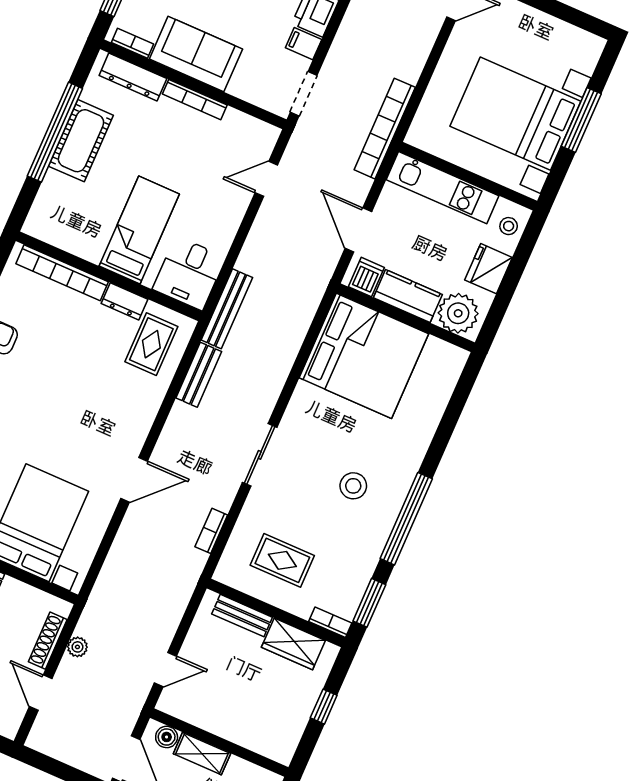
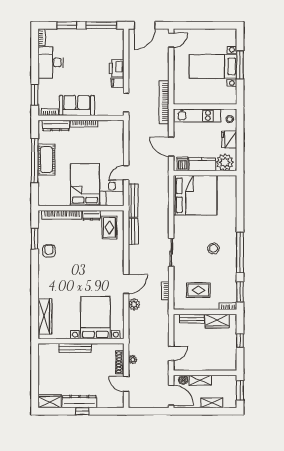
bed with nightstands: (515, 114) -> (213, 66), width x0.73
door: (266, 179) -> (126, 173), moved
bed: (139, 230) -> (85, 185), width x1.50
plant: (132, 531) -> (134, 304), added

